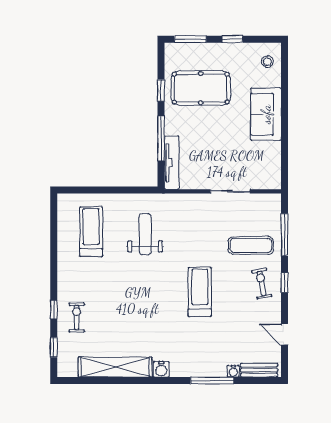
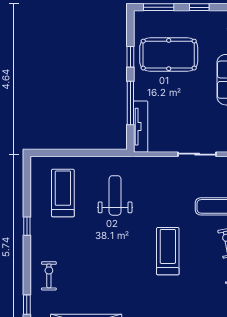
window: (54, 309) -> (27, 226), moved

